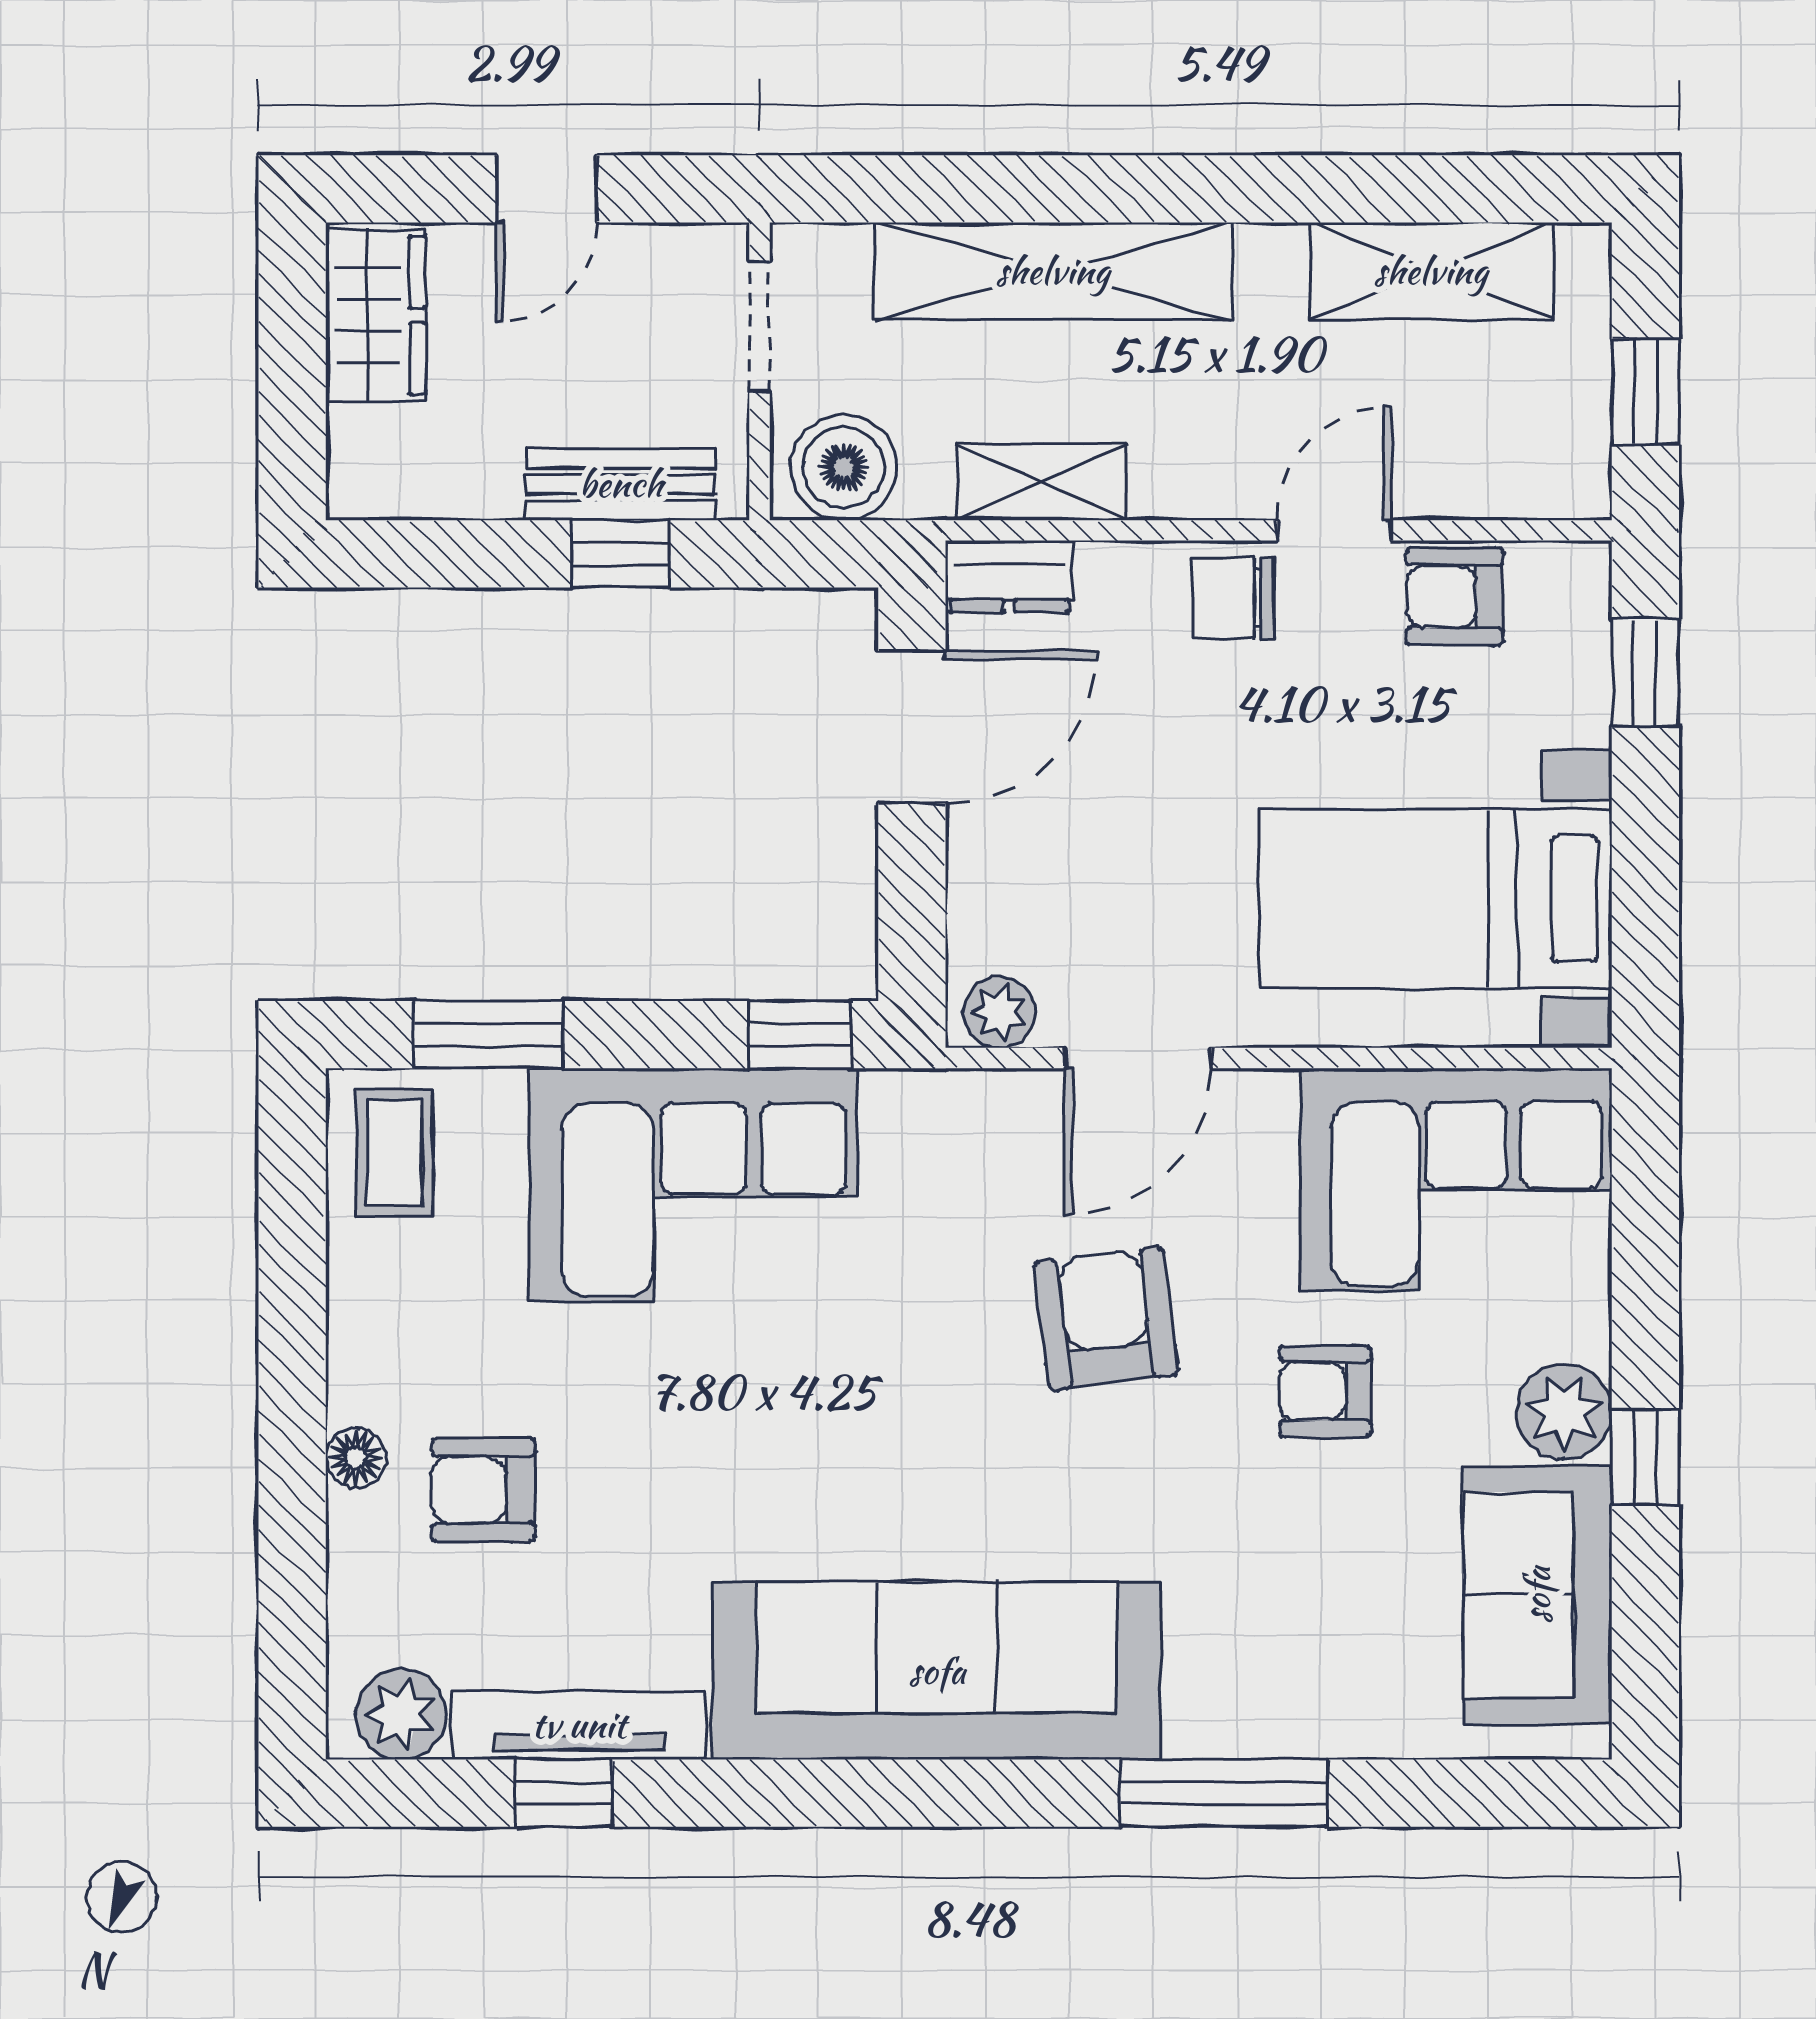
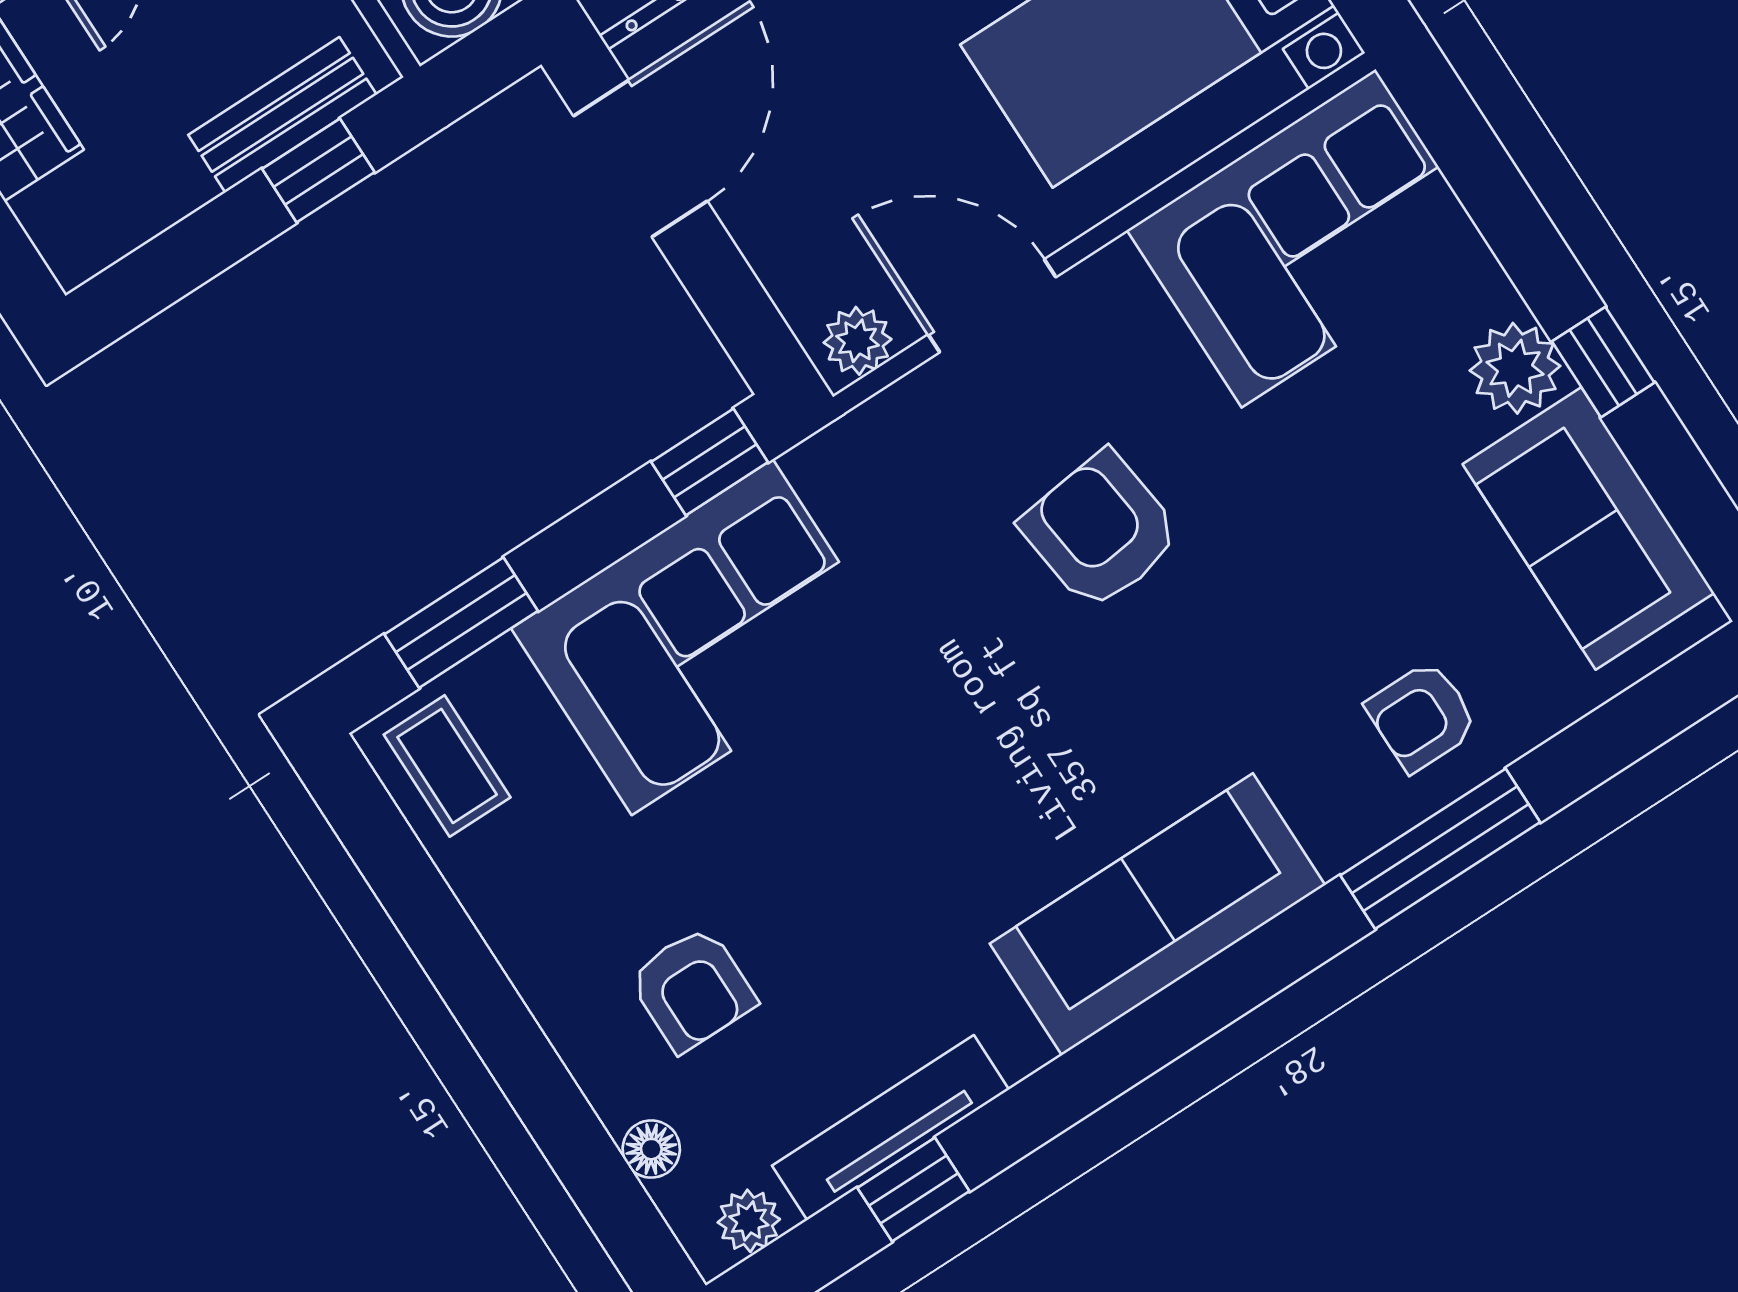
door: (1138, 1058) -> (992, 306), swing flipped
armchair: (1325, 1391) -> (1422, 716), moved
floor lamp: (356, 1458) -> (651, 1149), moved
armchair: (483, 1490) -> (692, 989), turned -90
sofa: (937, 1671) -> (1157, 914), width x0.74, depth x0.79
plant: (401, 1714) -> (749, 1221), width x0.73, depth x0.73

